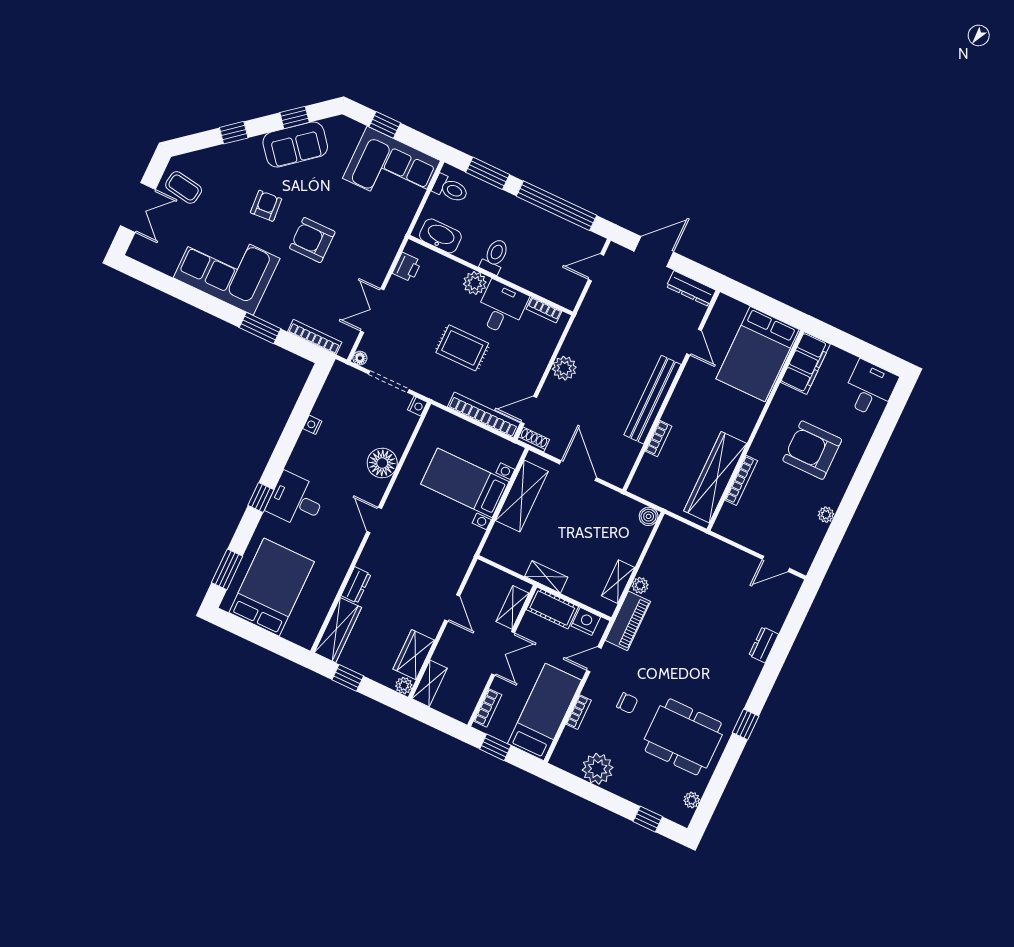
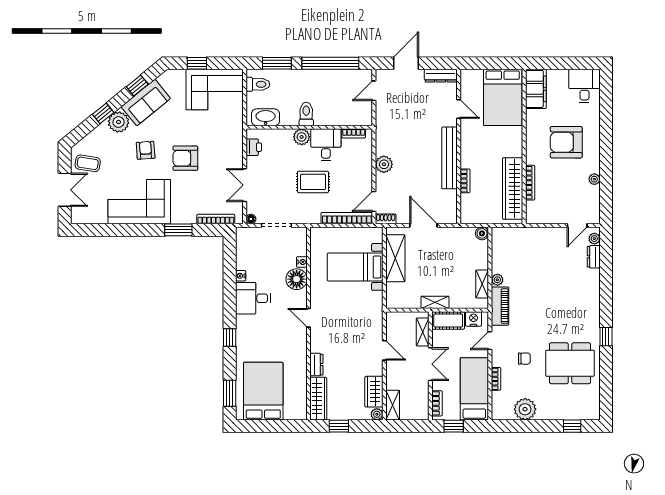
plant: (248, 153) -> (119, 122), added
nightstand: (417, 406) -> (302, 262), moved
desk: (296, 500) -> (253, 298), moved
dresser: (764, 645) -> (594, 257), moved
plant: (692, 800) -> (594, 239), moved

